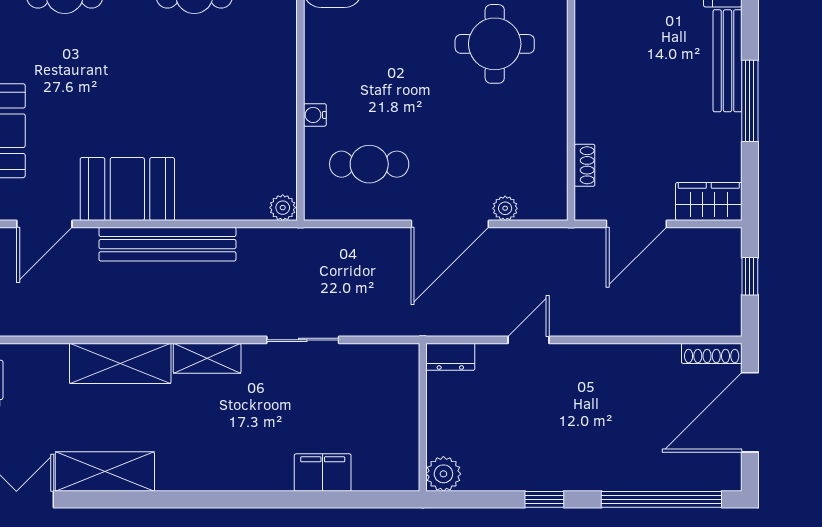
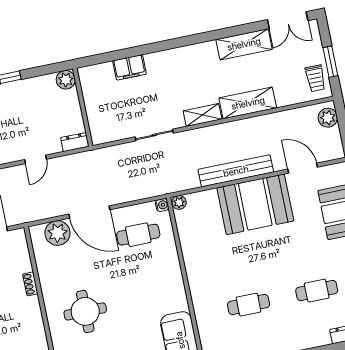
water cooler: (315, 115) -> (162, 205), moved
shoe rack: (584, 165) -> (30, 284), moved
booth: (127, 189) -> (255, 204), width x1.36, depth x1.42
plant: (505, 208) -> (57, 233), width x1.88, depth x1.88
door: (44, 224) -> (303, 168), hinge flipped
door: (450, 224) -> (89, 212), swing flipped

